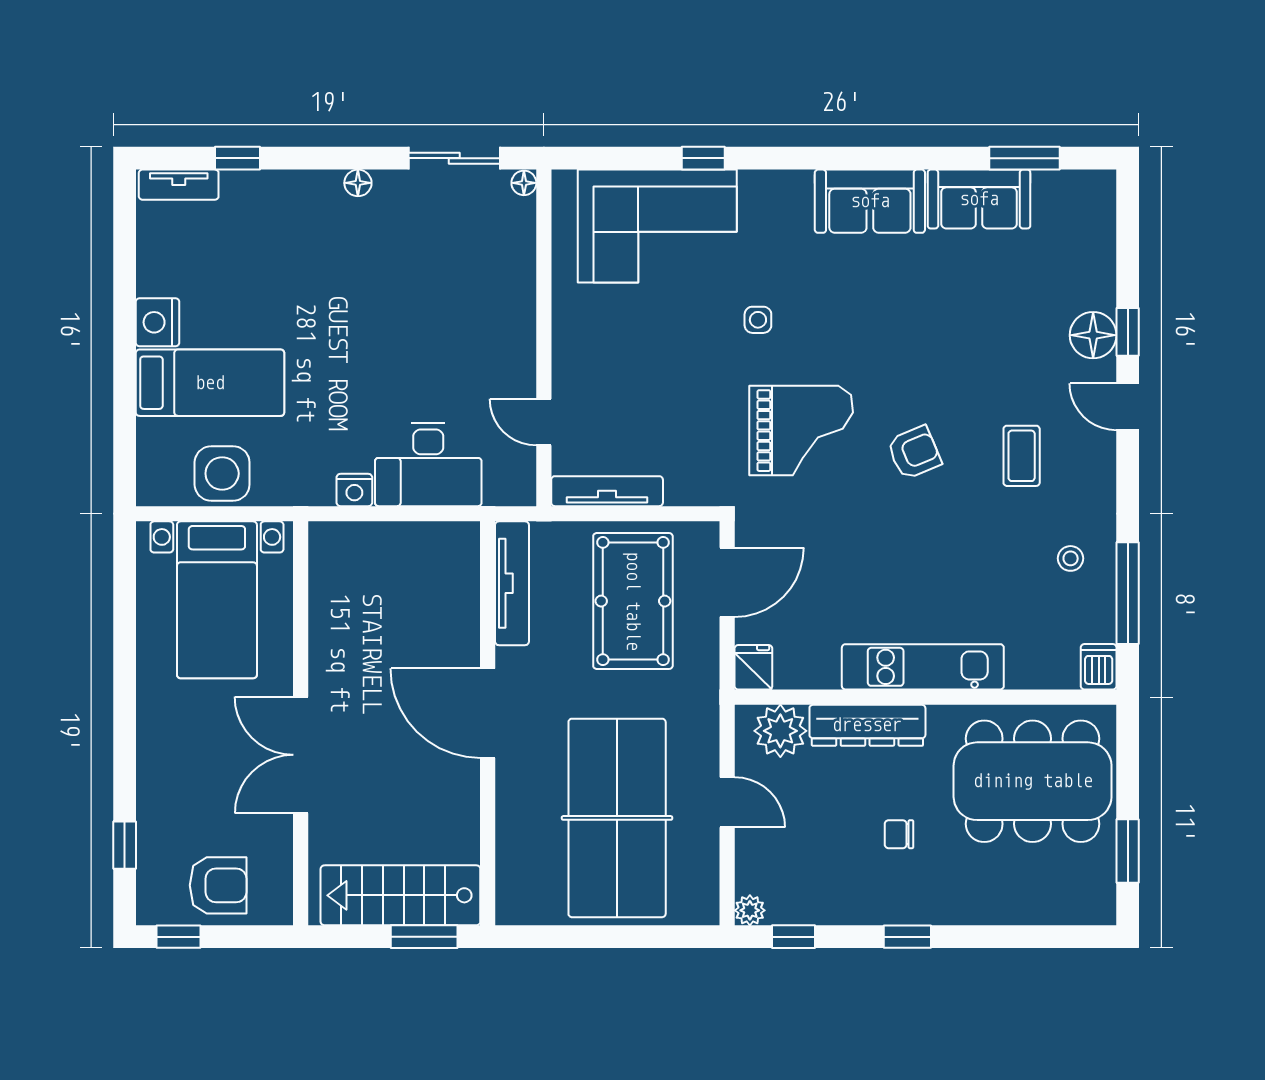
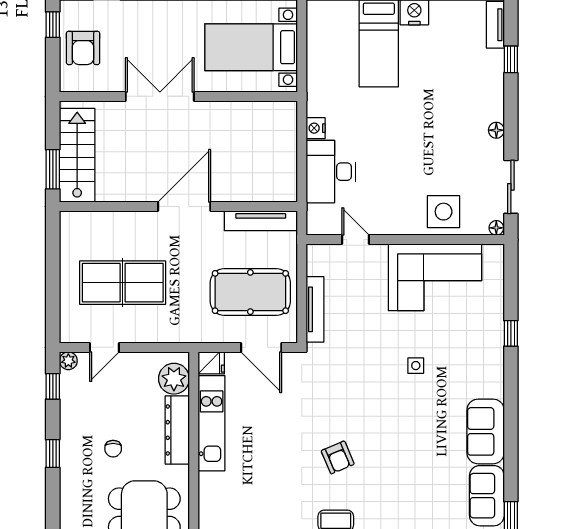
corner sofa: (657, 226) -> (435, 277), moved, turned -90
door: (544, 422) -> (356, 240), hinge flipped
grand piano: (801, 431) -> (351, 391), removed
side table: (222, 473) -> (444, 212), moved
tv unit: (607, 491) -> (315, 309), moved
kitchen unit: (923, 667) -> (212, 423), moved
door: (727, 802) -> (104, 347), moved
table tennis table: (617, 818) -> (123, 283), width x0.73, depth x0.76
chair: (899, 834) -> (113, 449), turned 180

